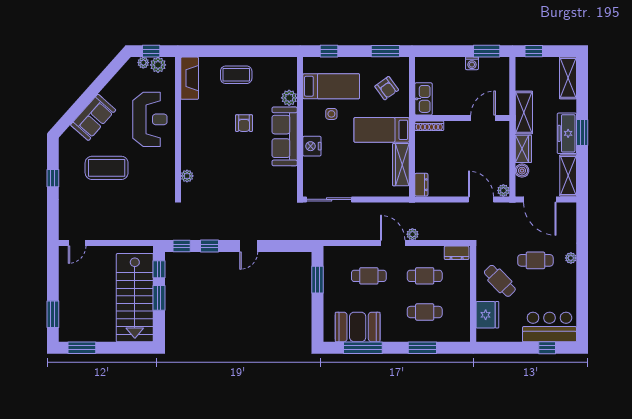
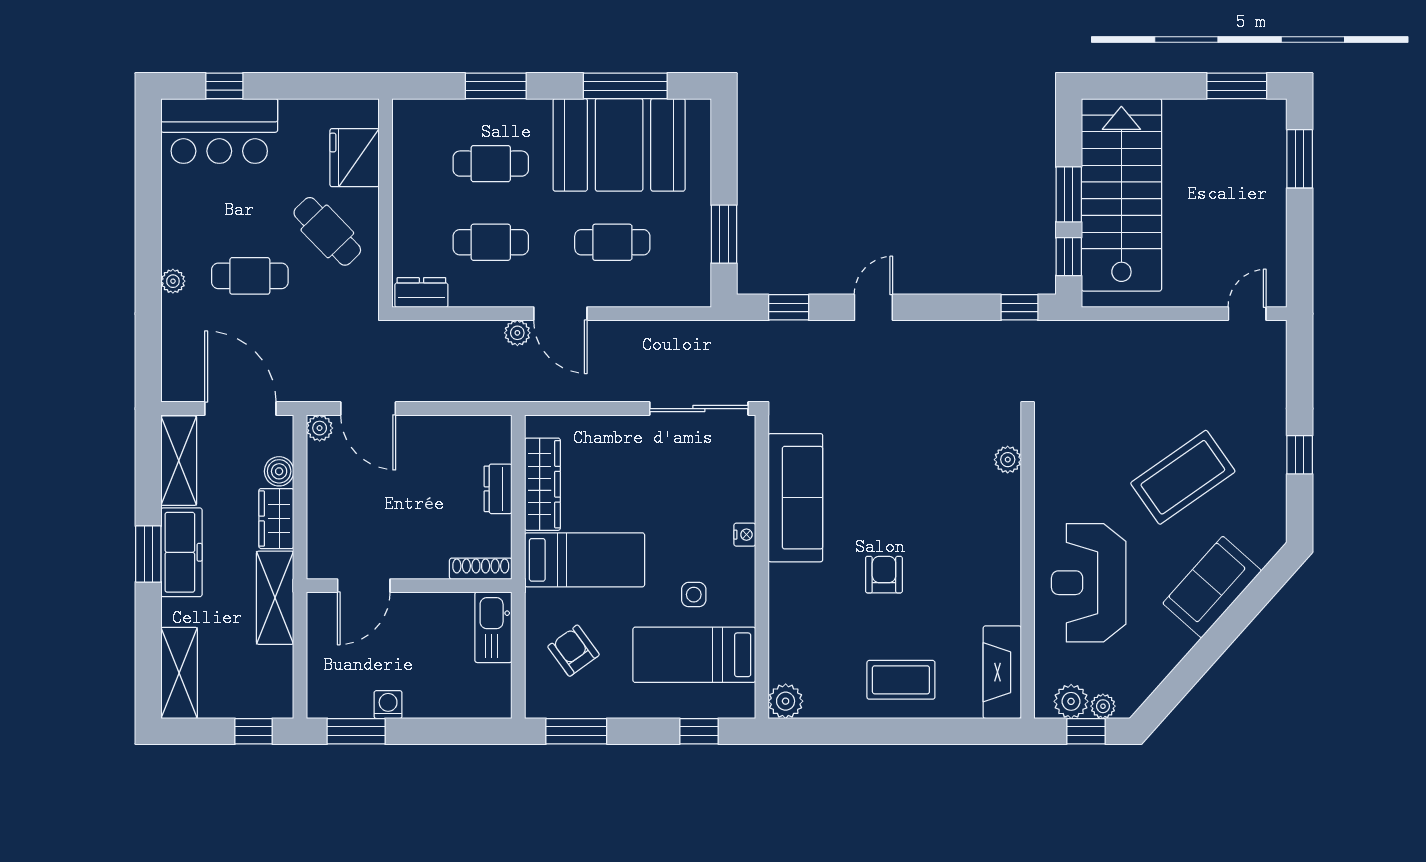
plant: (289, 98) -> (786, 701), moved
sofa: (285, 136) -> (795, 498), moved
nightstand: (312, 146) -> (745, 535), width x0.53, depth x0.56
coffee table: (107, 168) -> (1183, 477), turned -35
dresser: (421, 185) -> (498, 489), moved
window: (209, 246) -> (789, 307), moved
booth: (358, 327) -> (619, 145), width x1.36, depth x1.42

